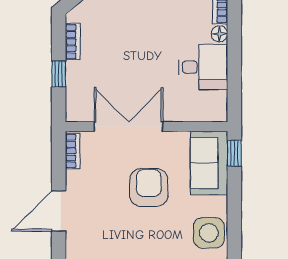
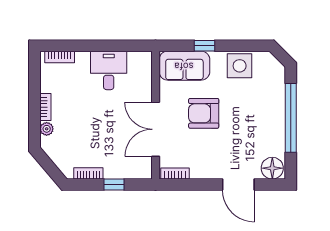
floor lamp: (219, 34) -> (82, 57), removed
window: (234, 153) -> (204, 46), moved
door: (59, 211) -> (238, 184), moved

